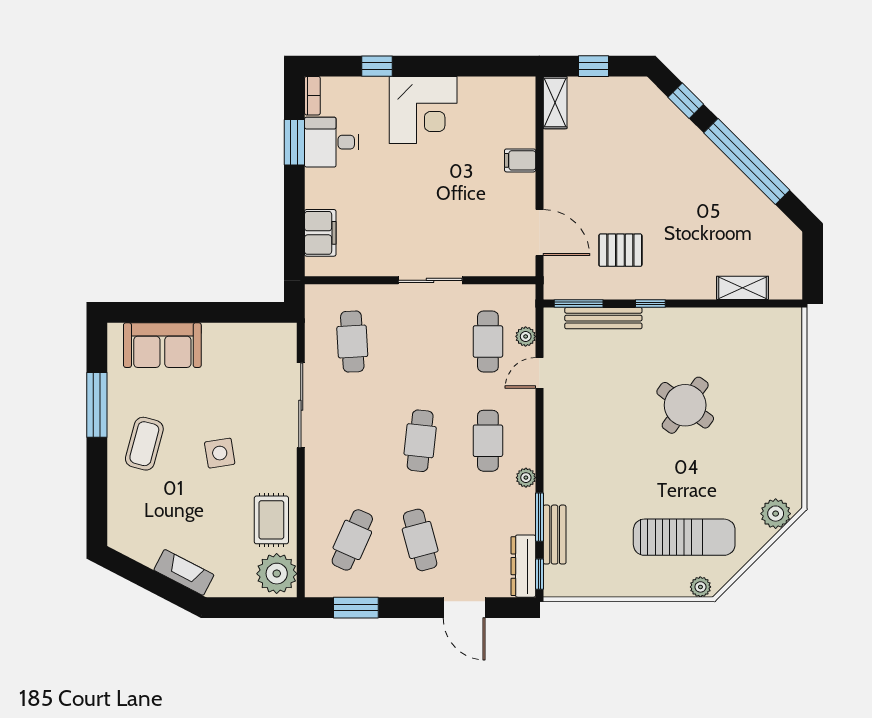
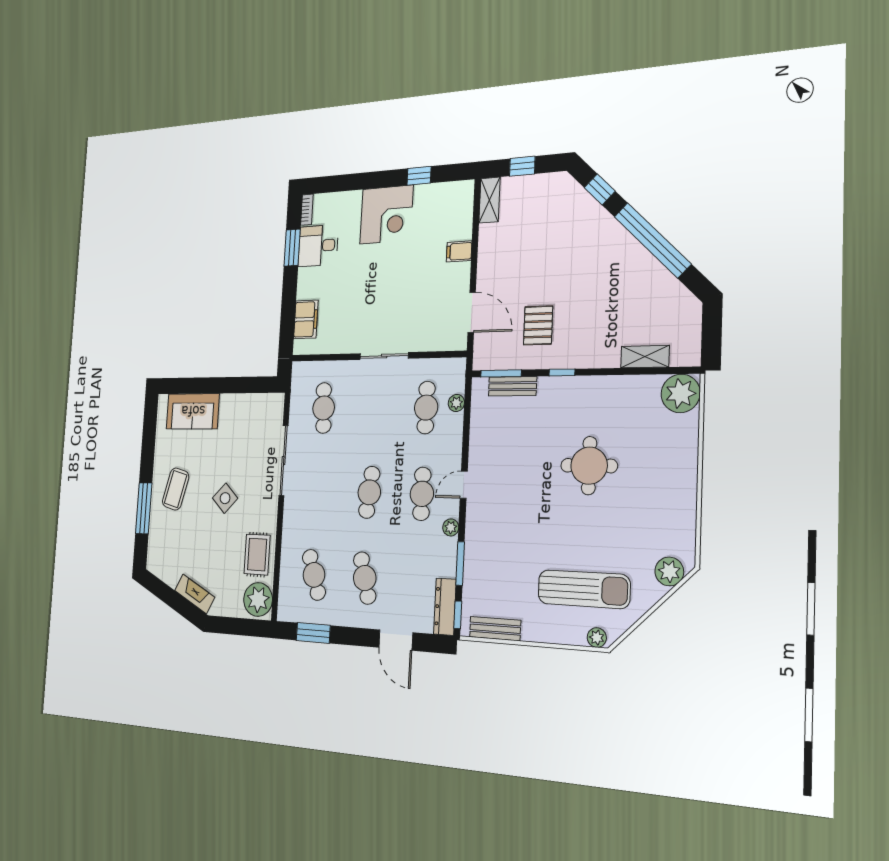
window: (377, 66) -> (419, 176), moved
pallet: (620, 250) -> (538, 325), turned 90
bench: (603, 318) -> (513, 386), width x0.73
plant: (782, 328) -> (681, 393), added
door: (539, 373) -> (464, 485), moved
window: (97, 405) -> (144, 508), moved
round table: (685, 405) -> (589, 466), turned -36
side table: (220, 453) -> (225, 498), turned -37
bench: (555, 535) -> (495, 629), moved, turned 90
cafe table: (352, 540) -> (314, 575), turned -42

